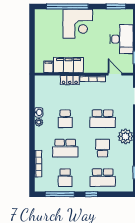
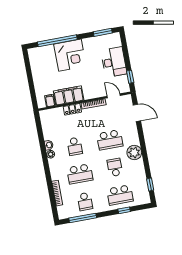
window: (91, 194) -> (124, 210), moved

